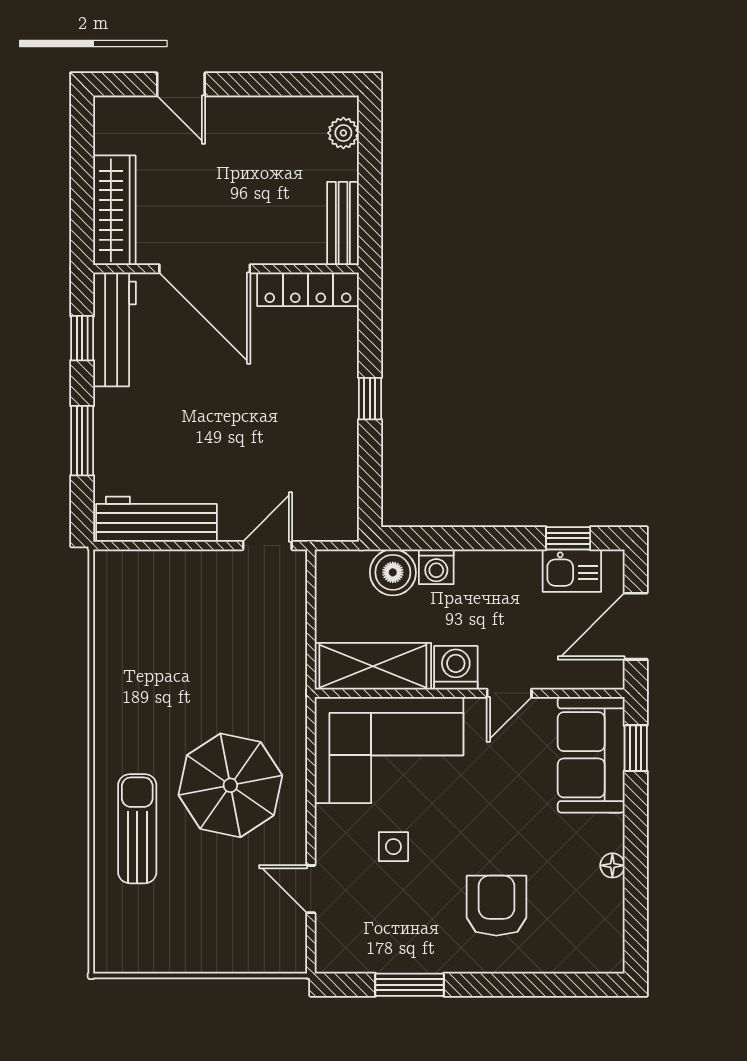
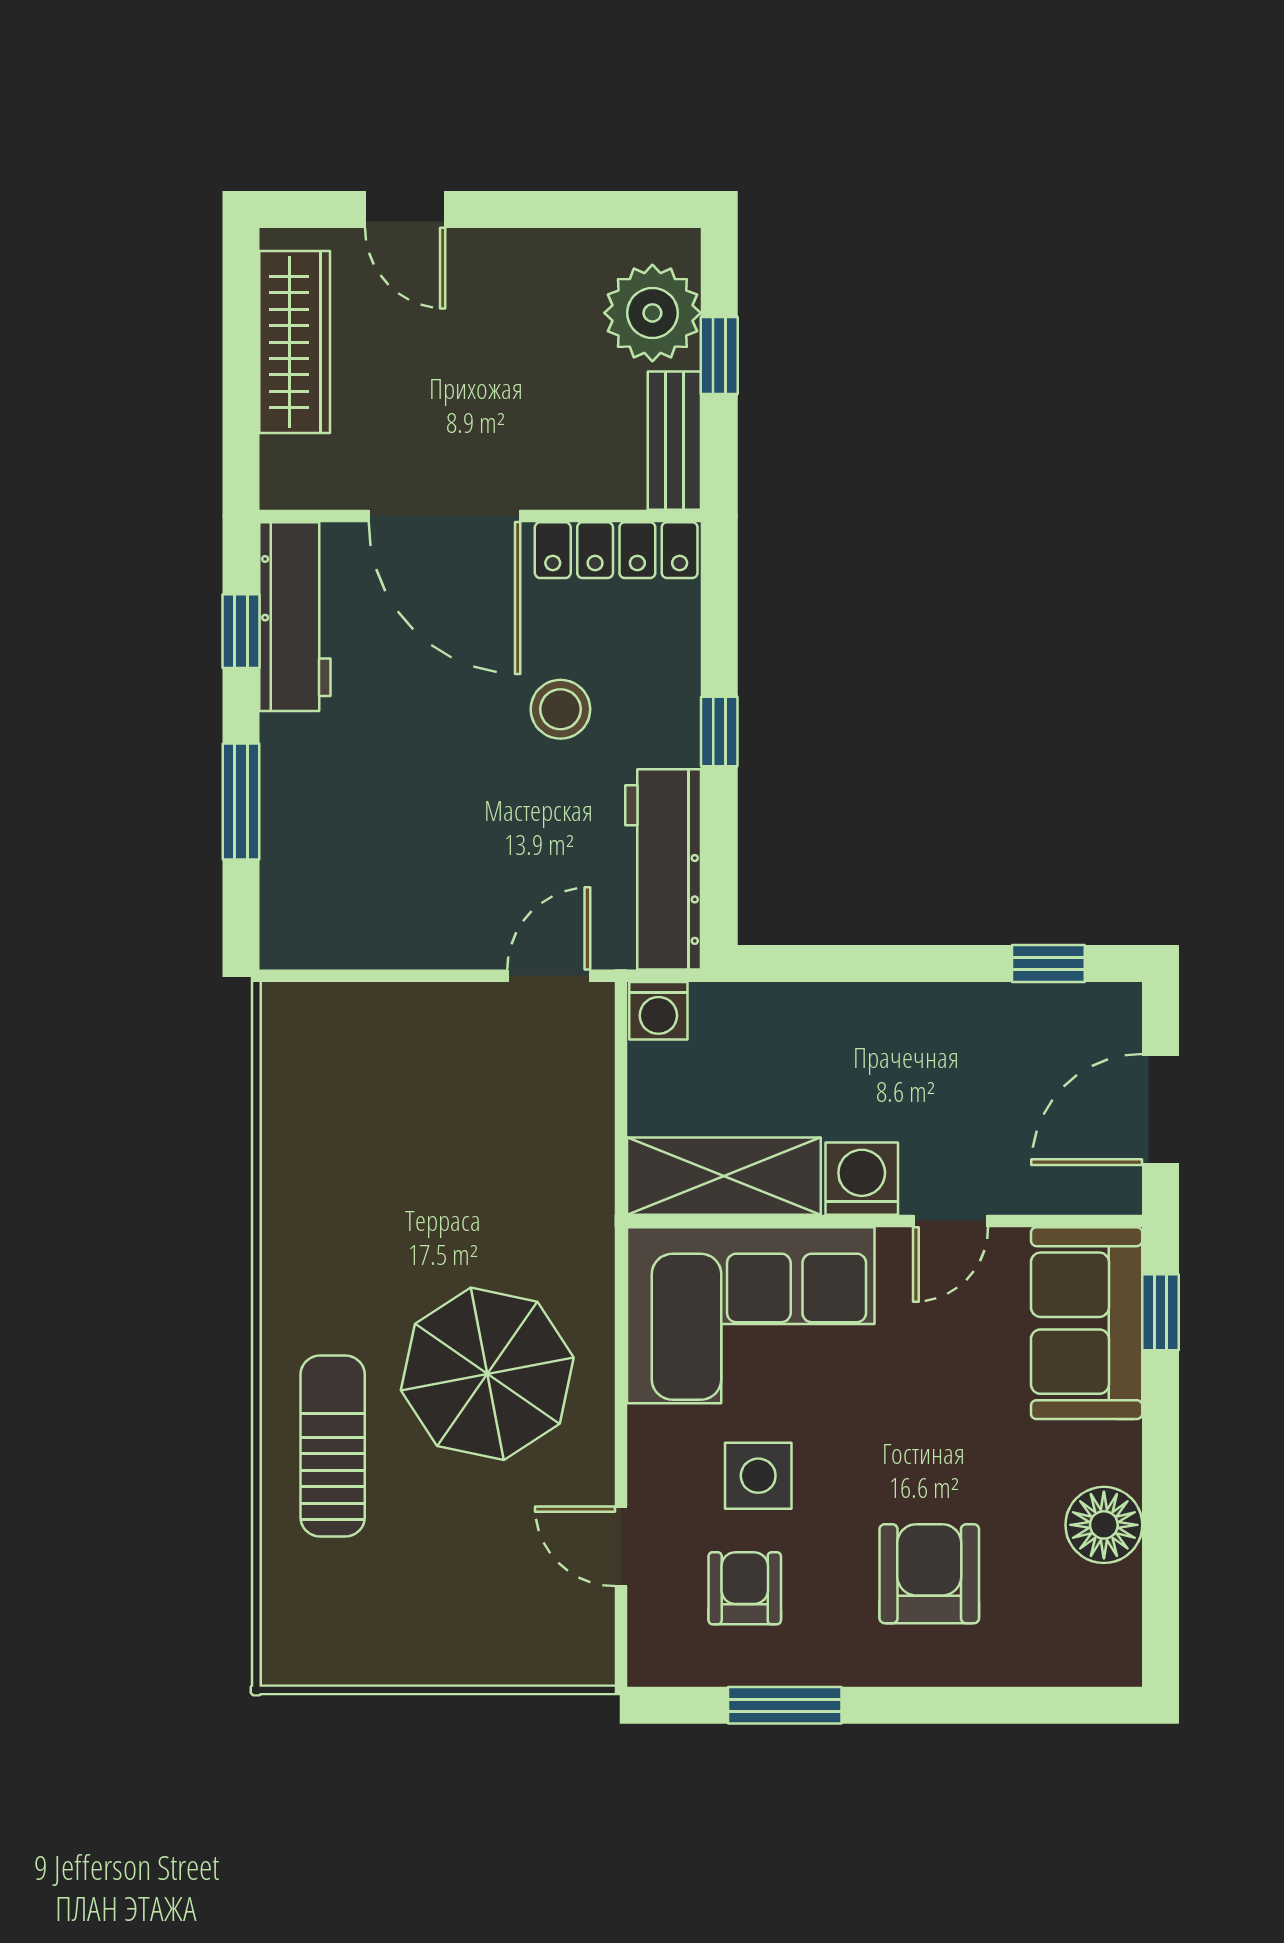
plant: (343, 133) -> (652, 313), width x1.88, depth x1.88
window: (370, 172) -> (719, 355), added
wardrobe: (114, 210) -> (295, 342), moved
stool: (274, 385) -> (560, 709), added
workbench: (156, 519) -> (663, 869), moved, turned -90
washing machine: (436, 567) -> (658, 1011), moved
kitchen sink: (572, 571) -> (1055, 1017), removed
boiler: (393, 572) -> (757, 1020), removed
side table: (393, 847) -> (758, 1476), width x1.37, depth x1.37
floor lamp: (612, 865) -> (1104, 1525), width x1.89, depth x1.89
armchair: (385, 914) -> (745, 1588), added

